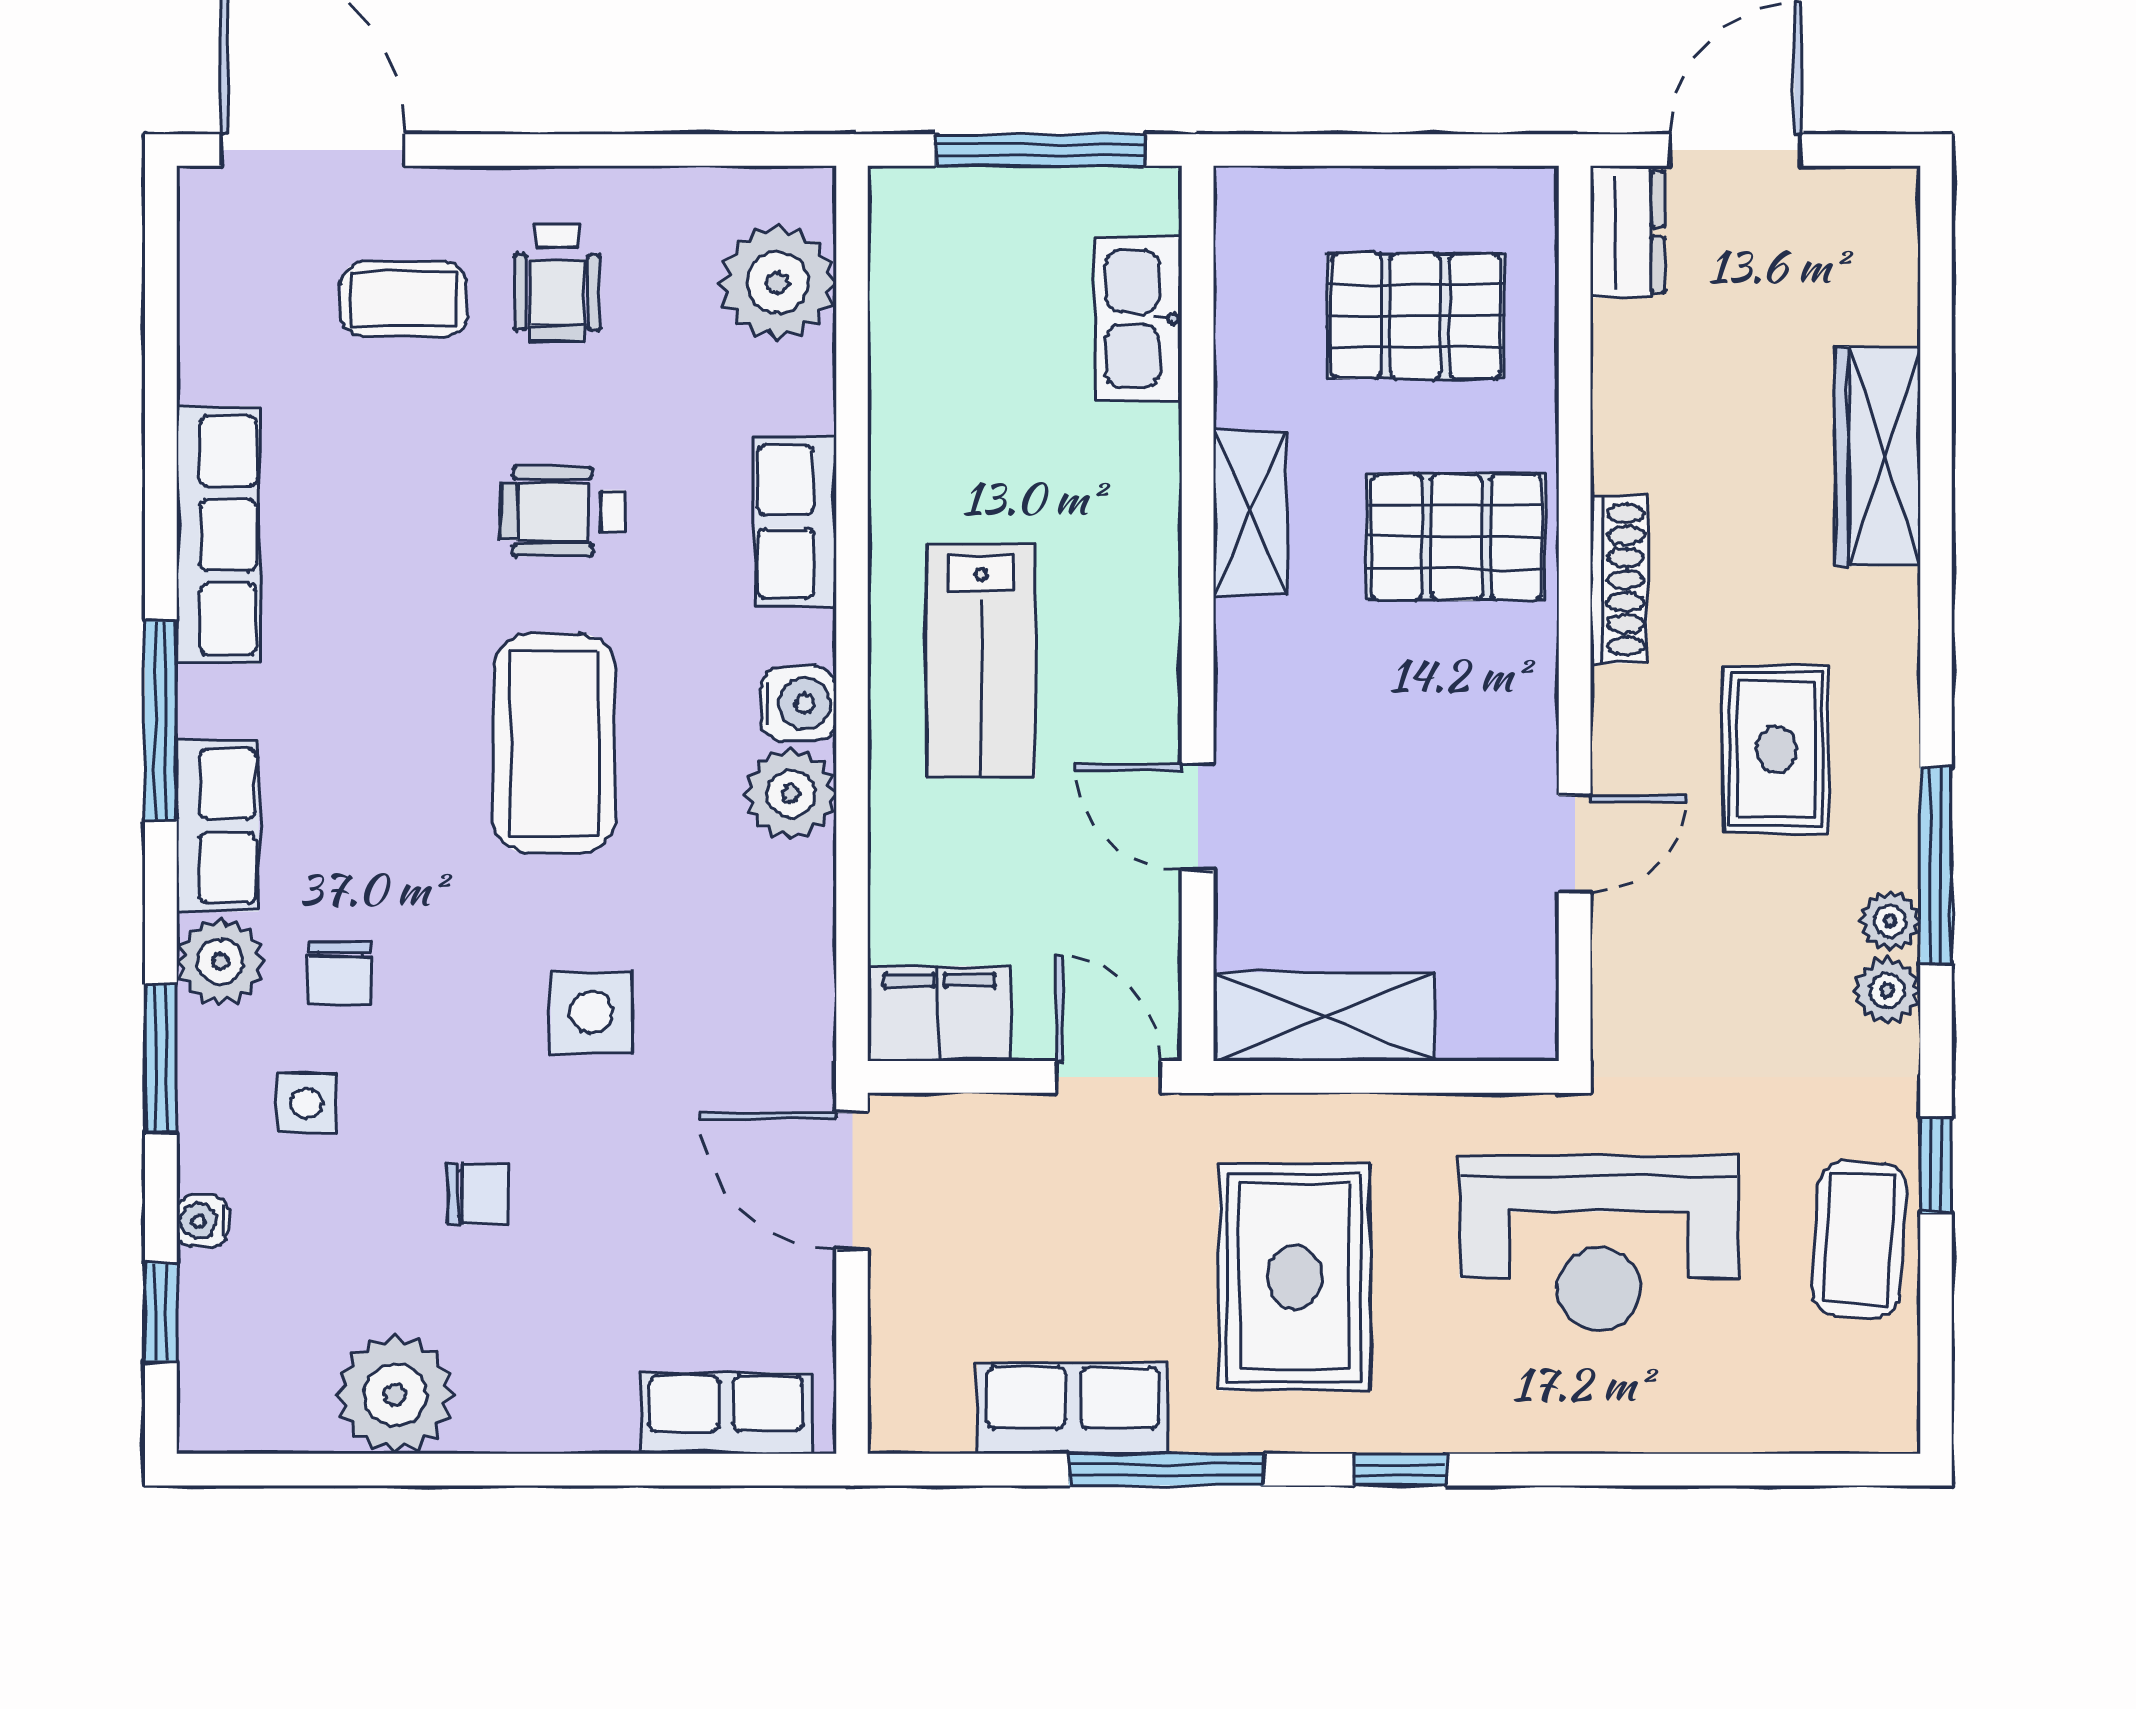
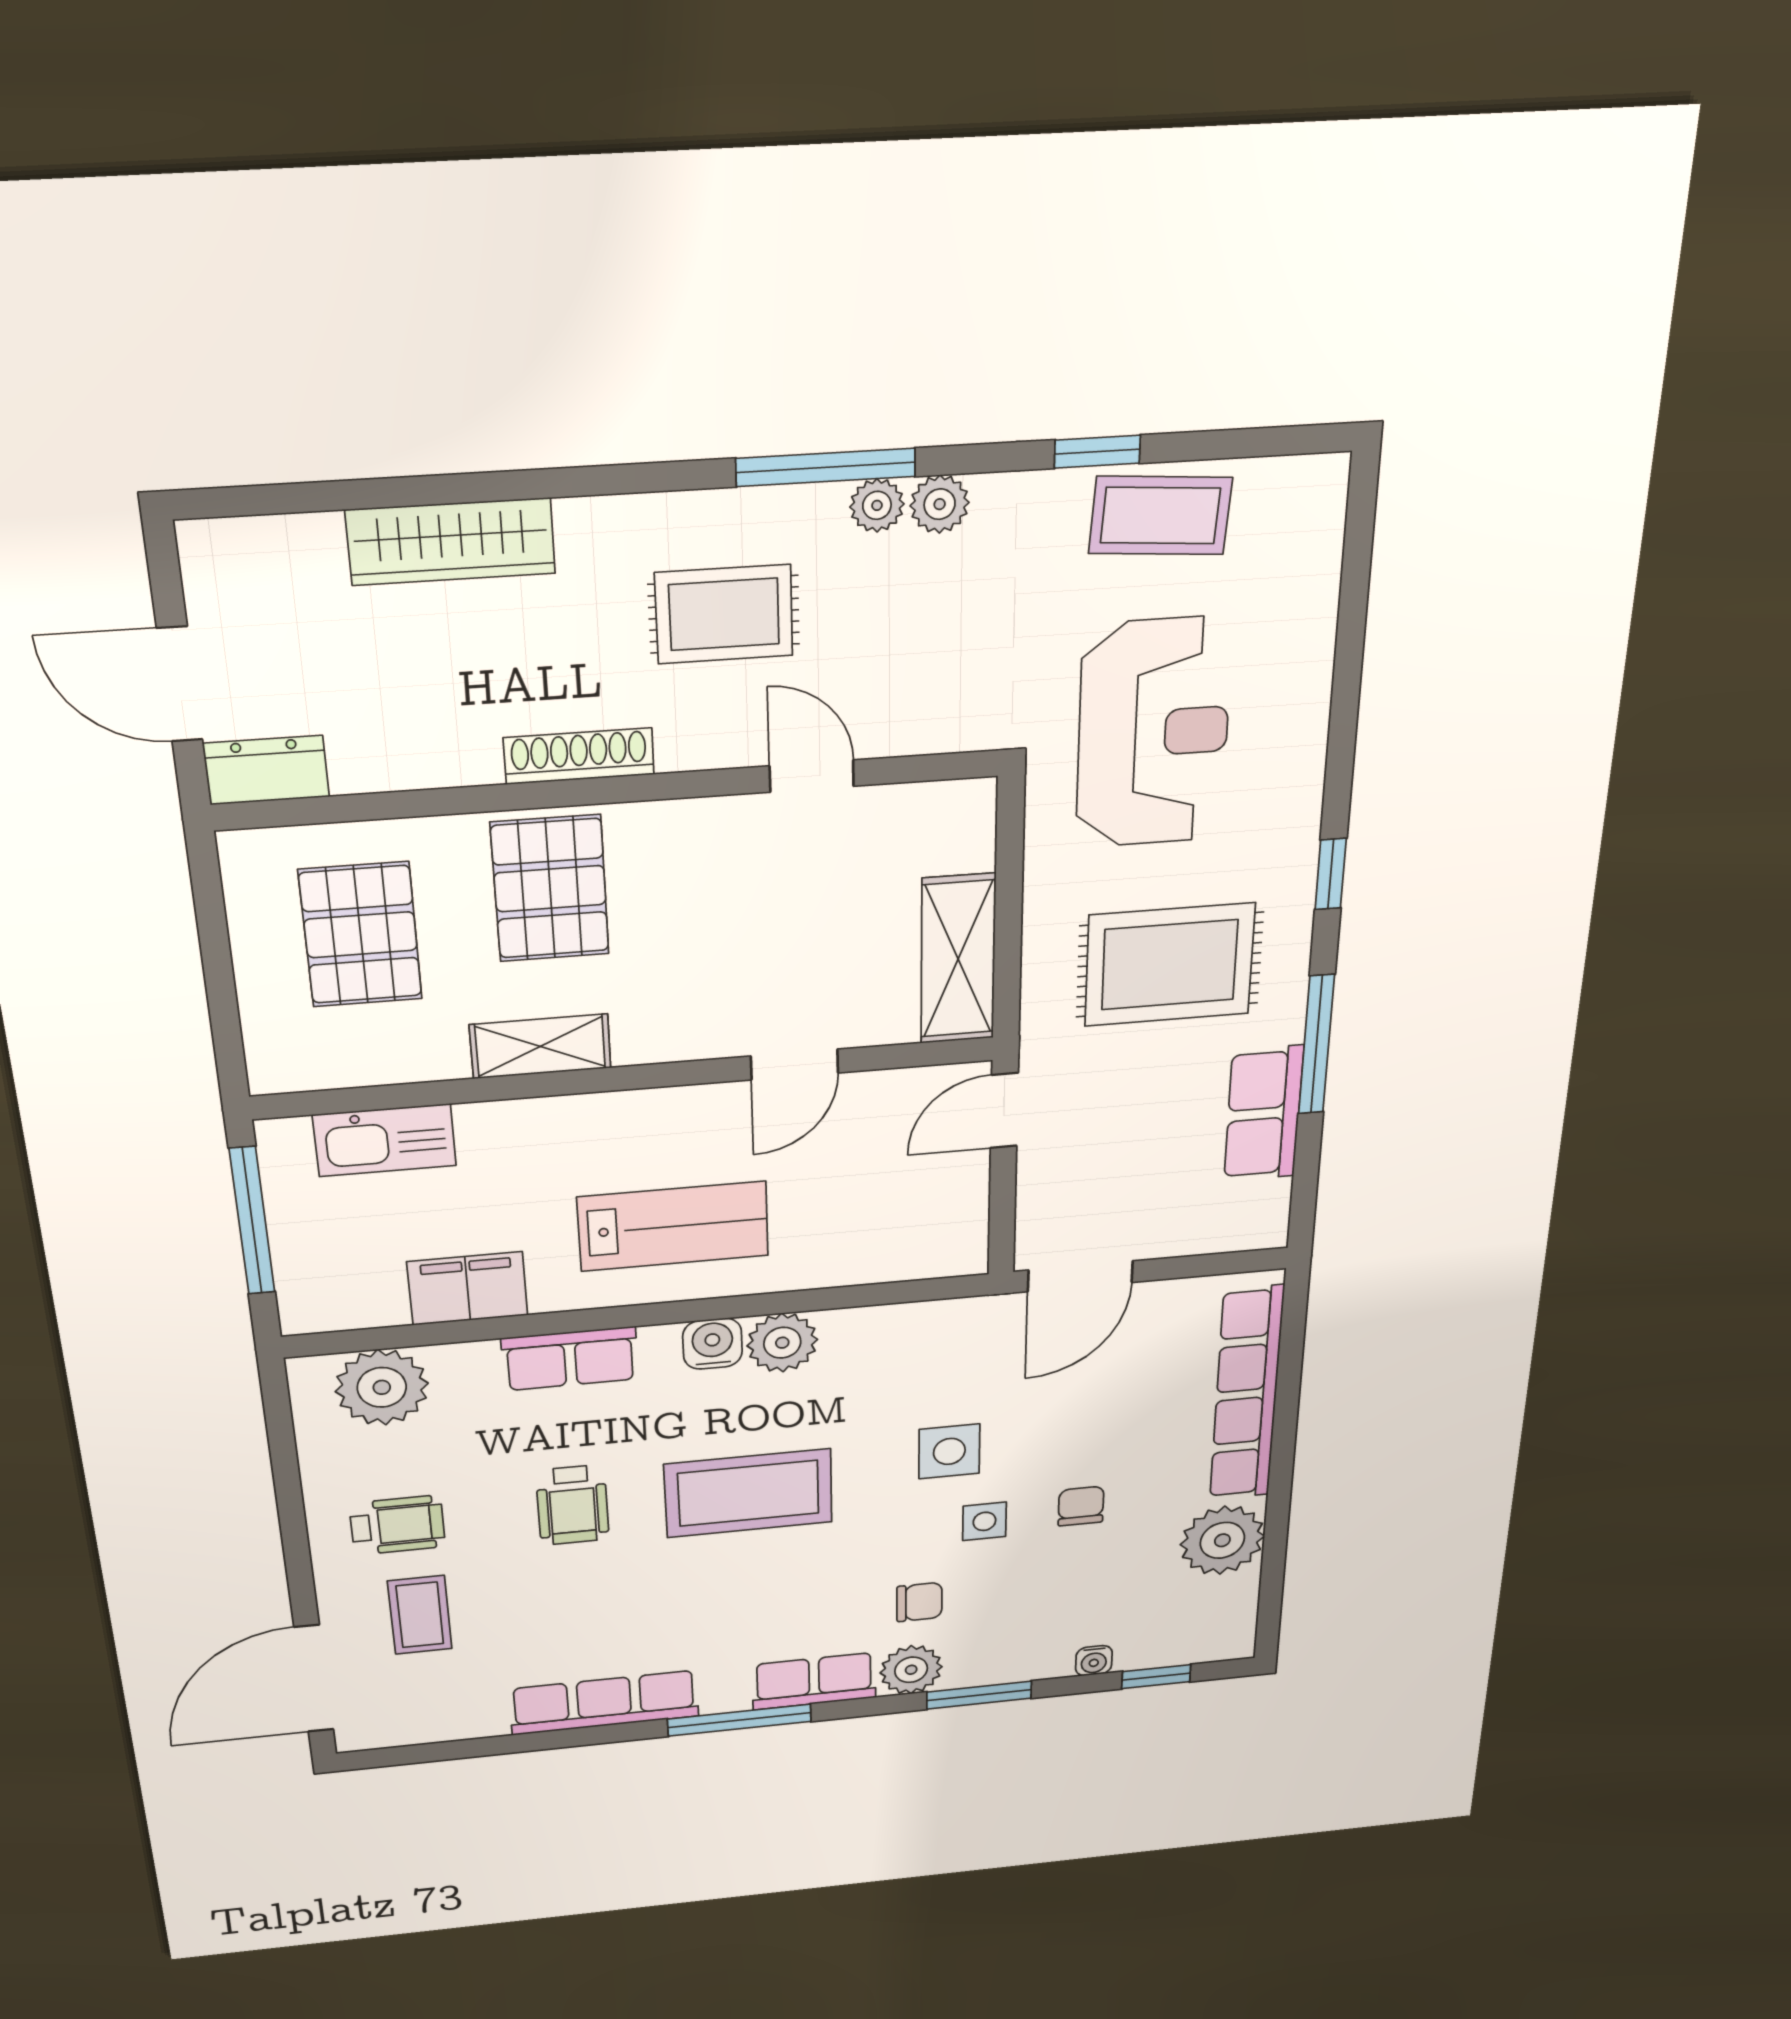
filing cabinet: (939, 1014) -> (467, 1289), moved, turned 90
side table: (307, 1103) -> (984, 1521), moved
row of seats: (726, 1413) -> (1246, 1394), width x2.02

